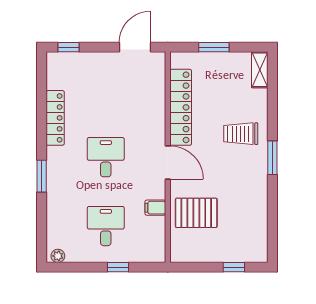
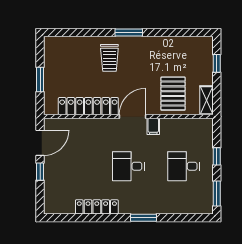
window: (69, 47) -> (40, 172), moved
door: (135, 47) -> (40, 143), swing flipped
shelving: (260, 70) -> (207, 100), moved, turned 90
filing cabinet: (155, 208) -> (153, 126), moved
plant: (58, 256) -> (208, 205), removed
window: (72, 267) -> (217, 193), added

